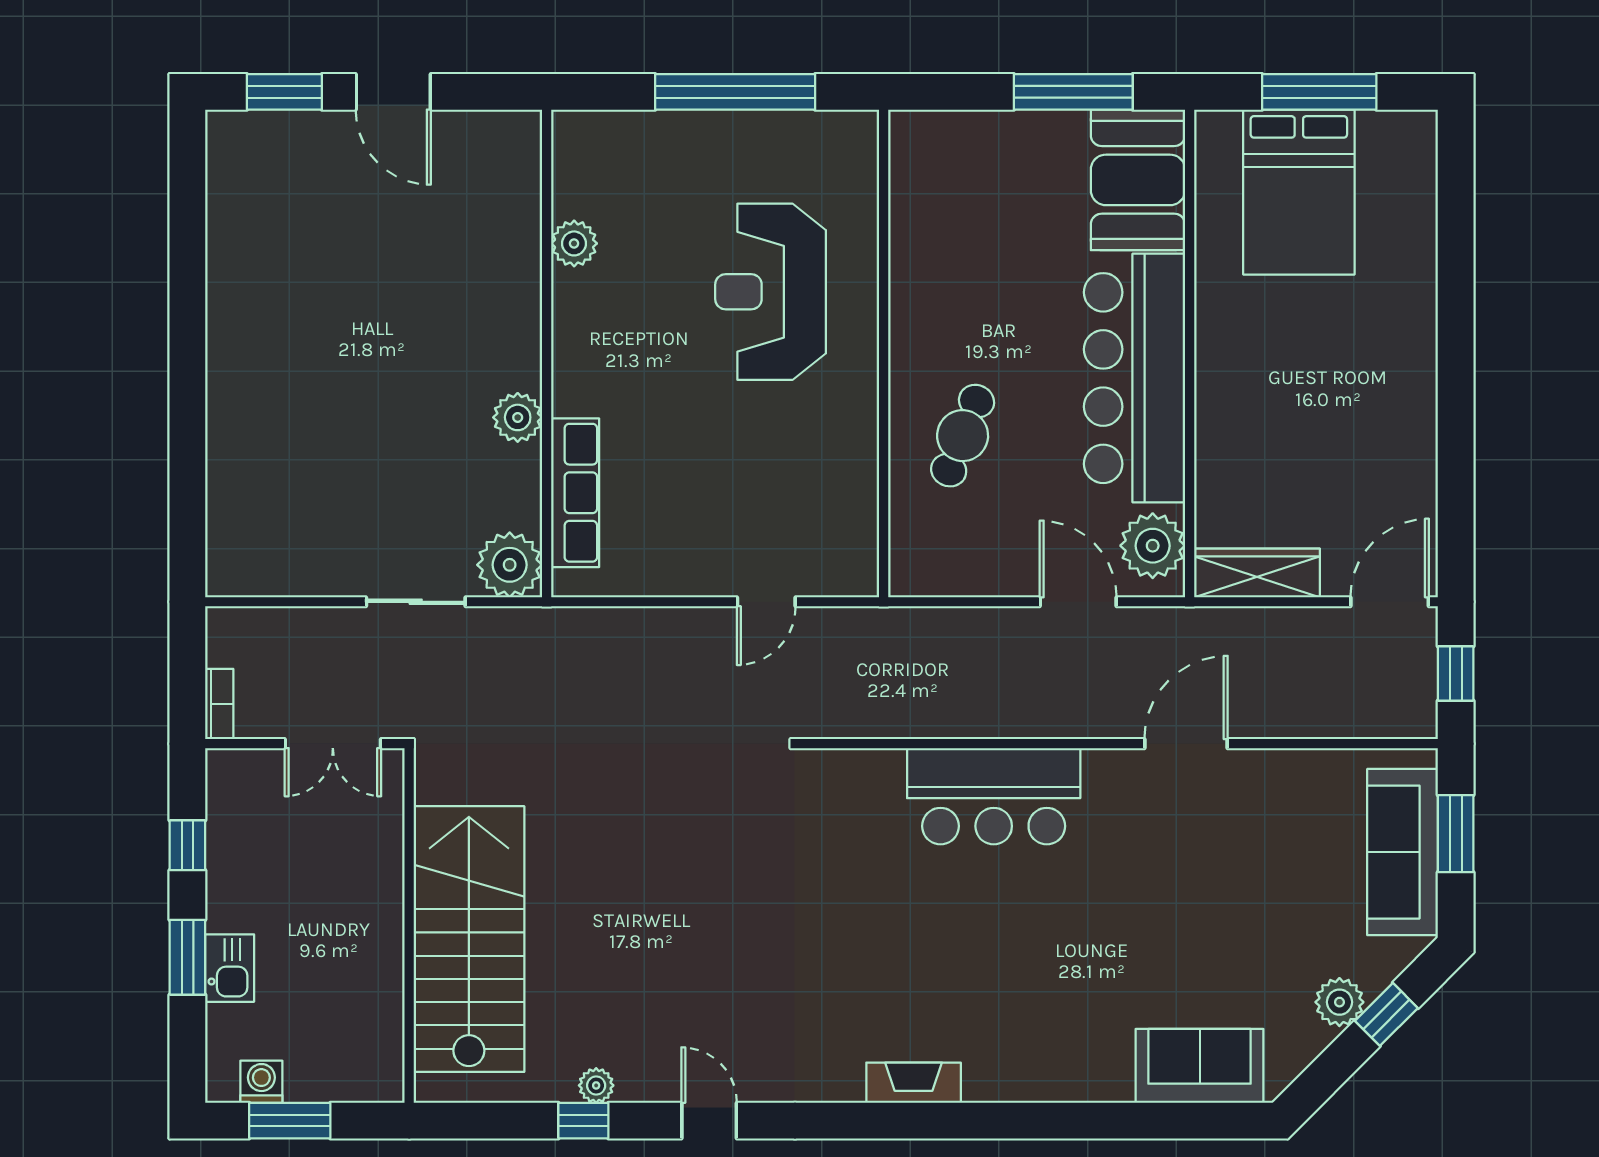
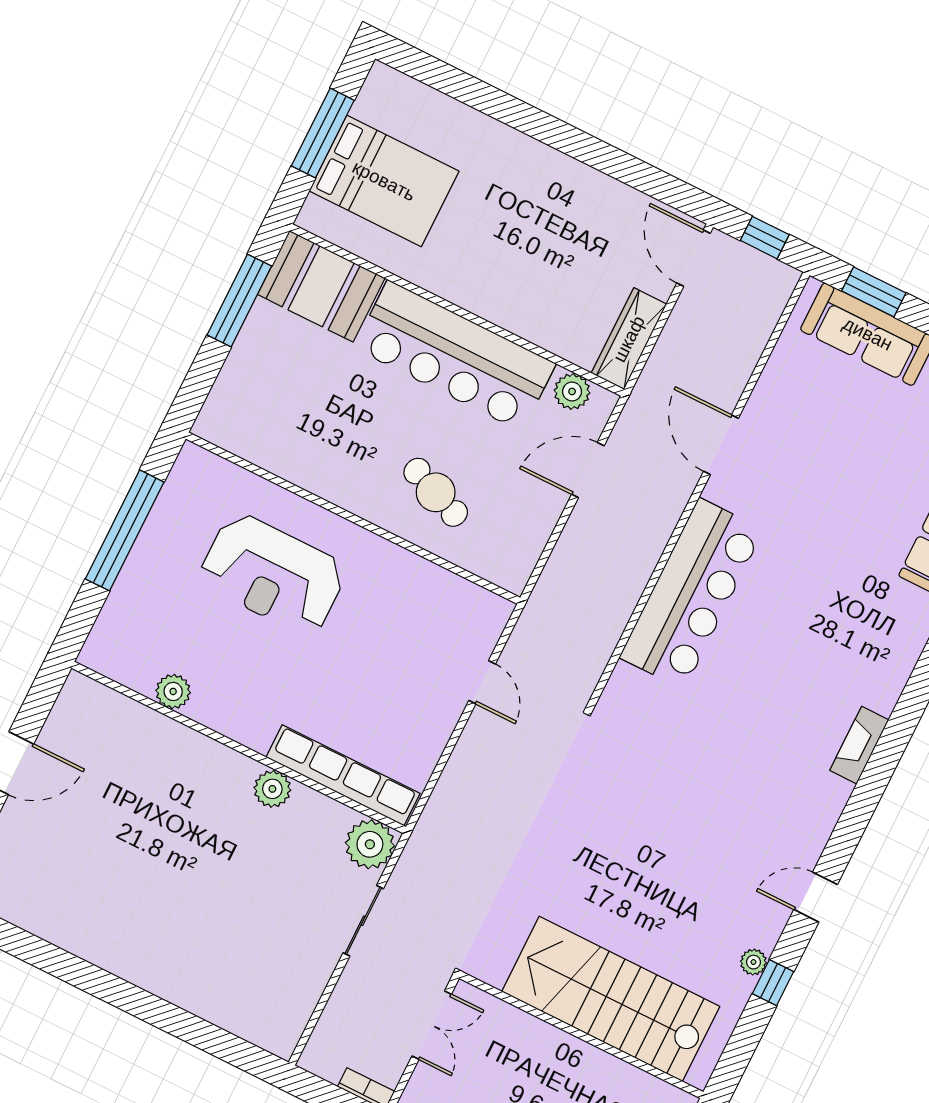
row of seats: (575, 493) -> (343, 775), width x1.36
plant: (1153, 546) -> (572, 392), width x0.73, depth x0.73
bar counter: (994, 796) -> (692, 594), width x1.36

